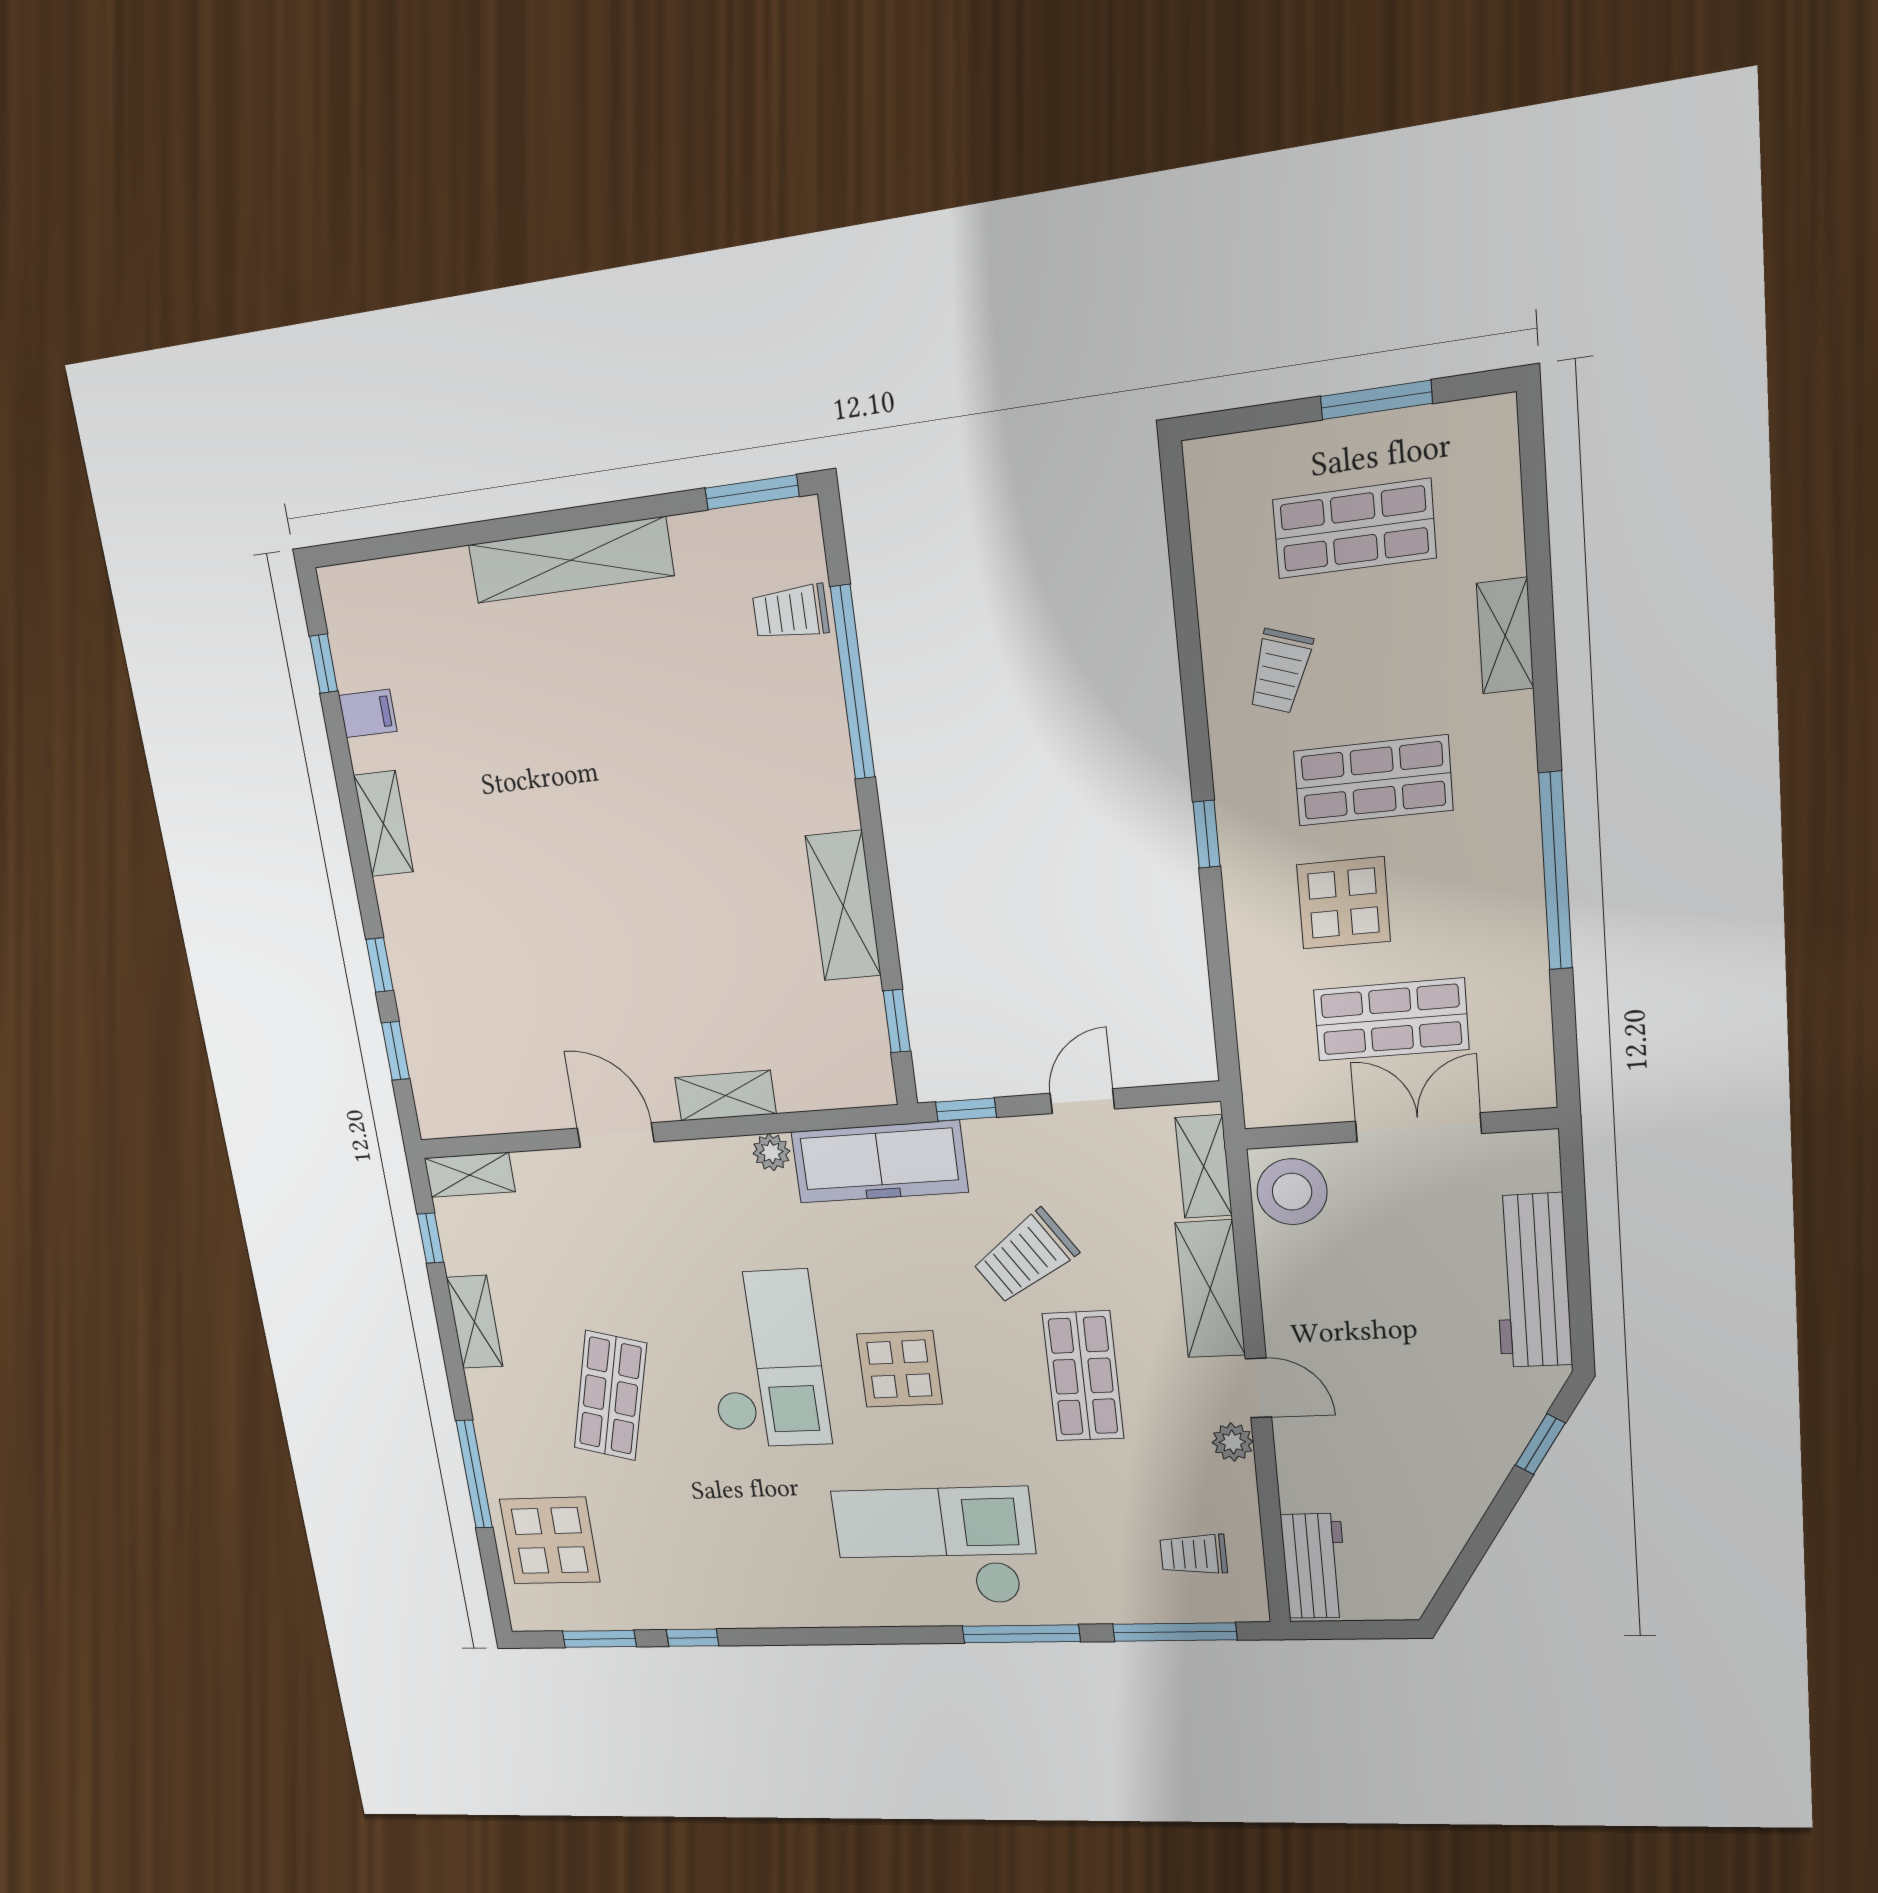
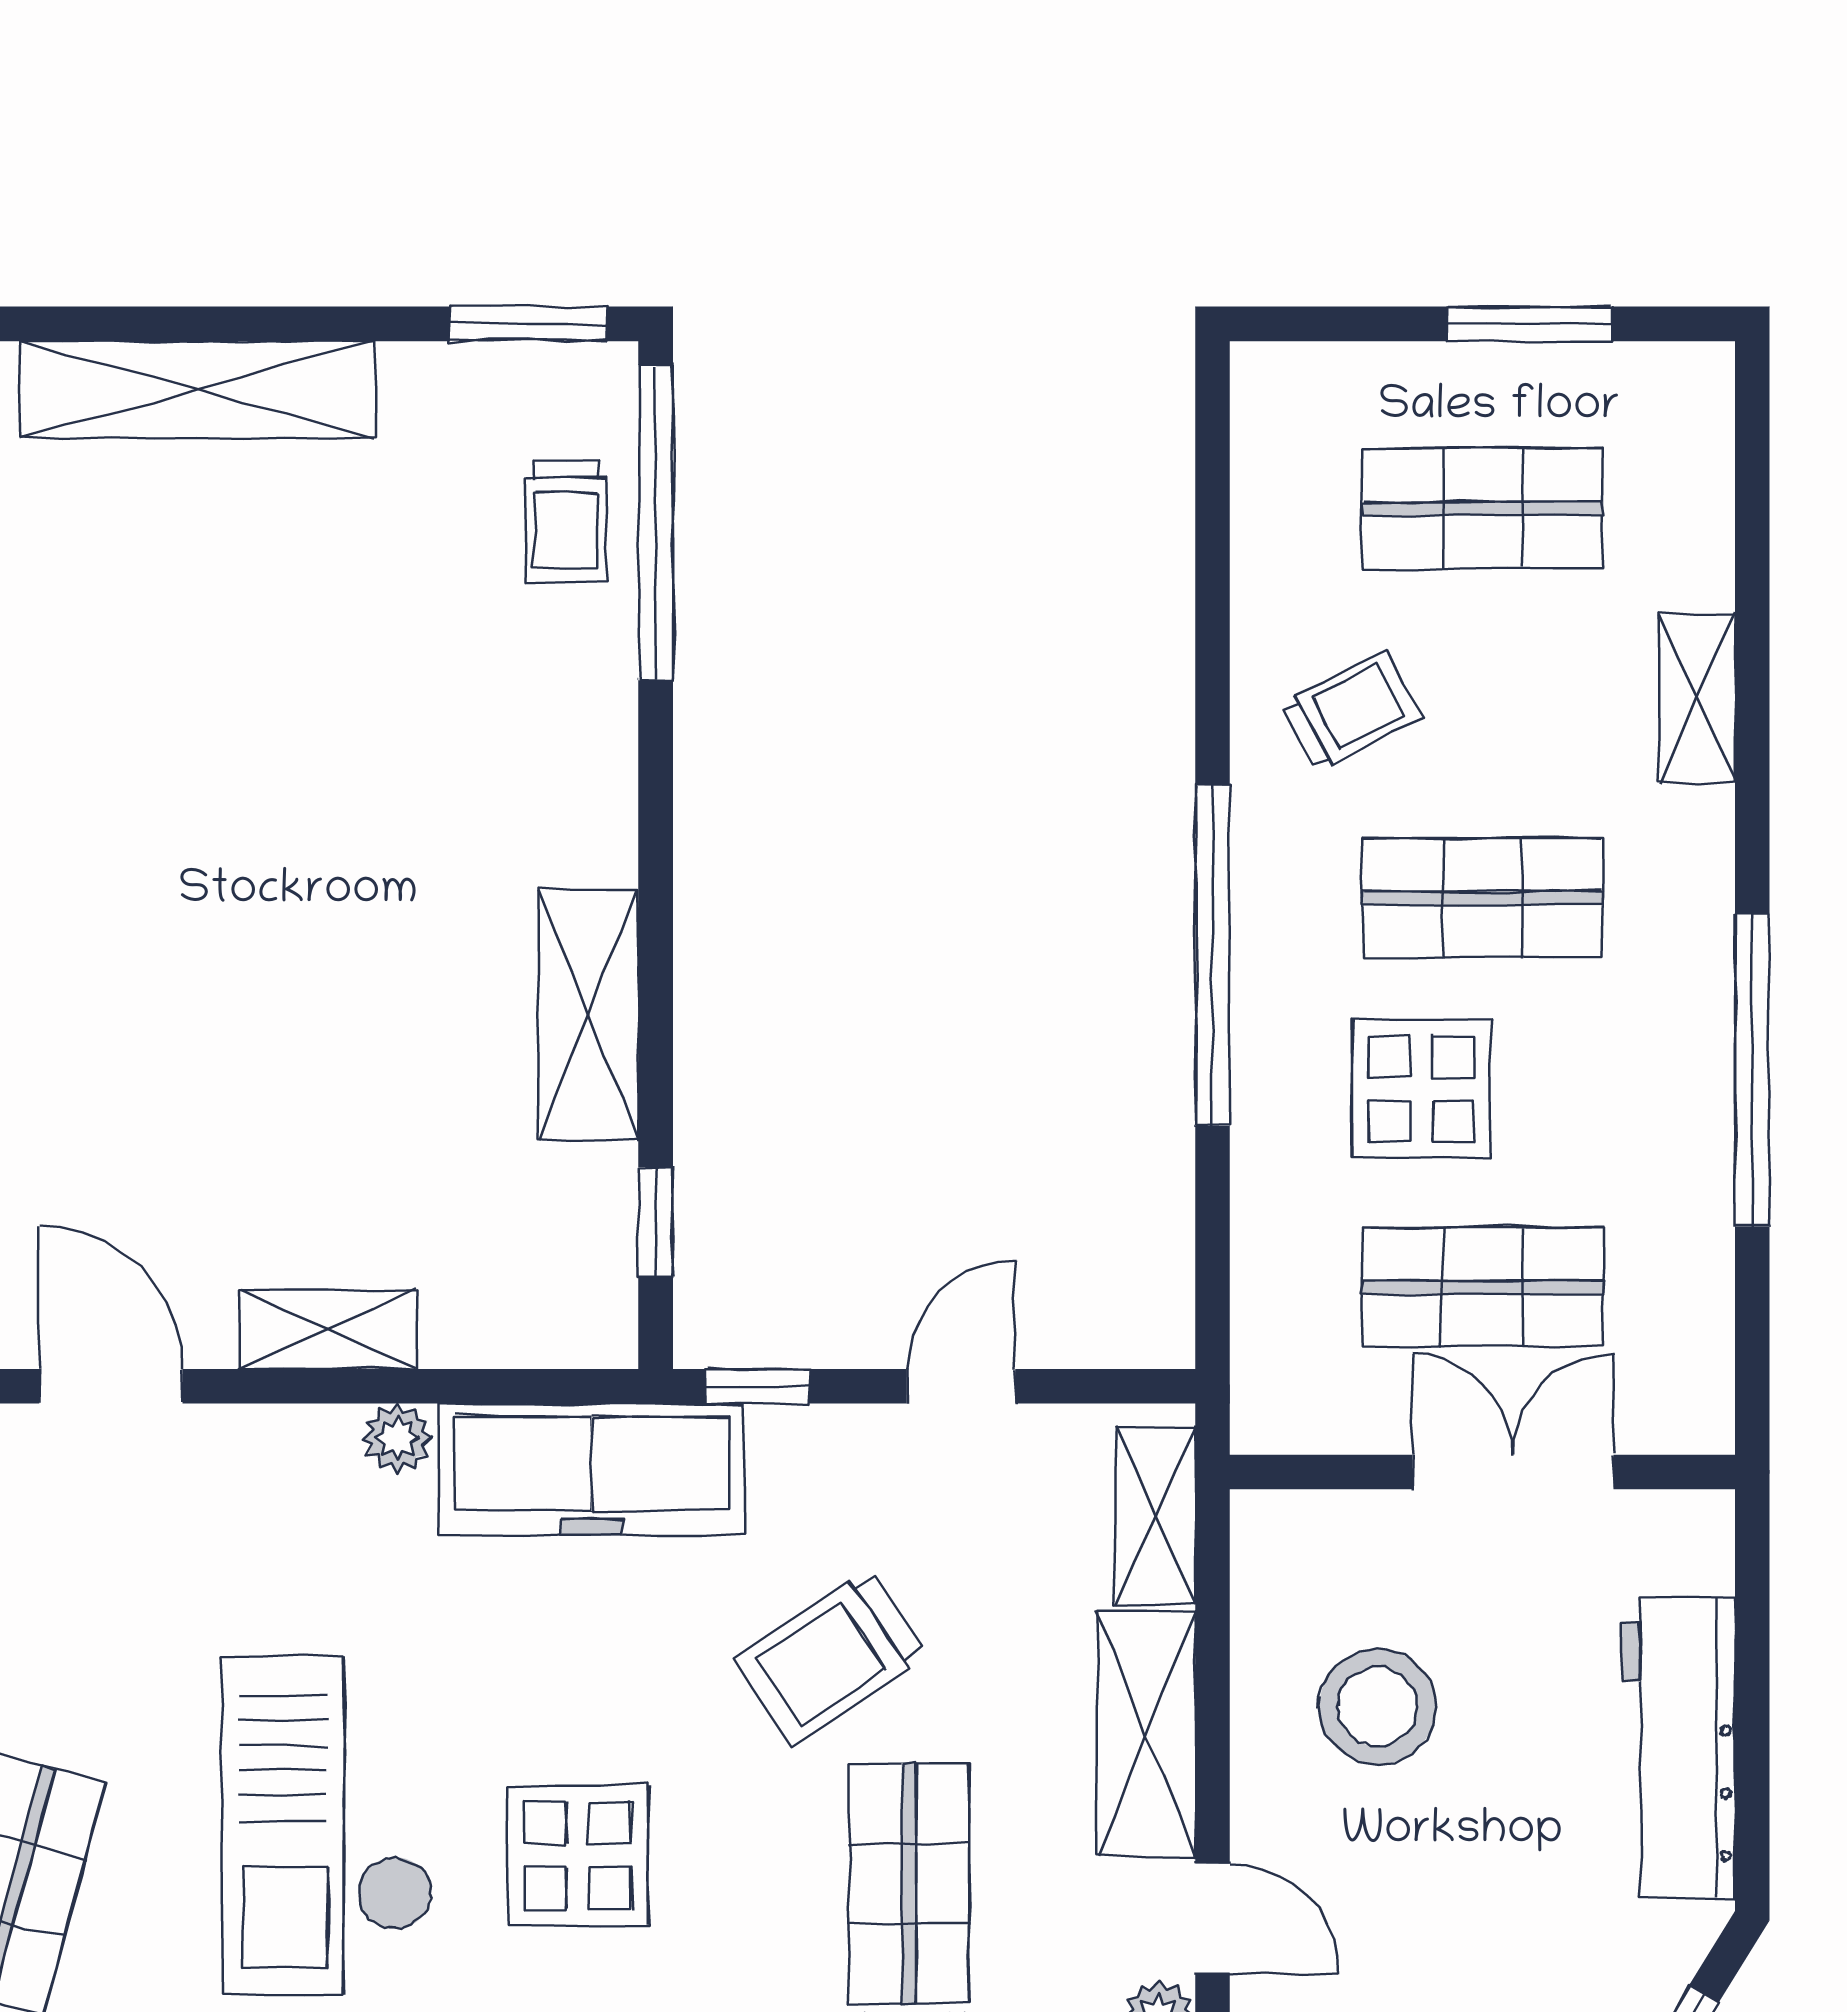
trolley: (791, 612) -> (566, 522), turned -90
trolley: (1280, 671) -> (1352, 710), turned -137
window: (853, 683) -> (656, 523), moved
window: (1207, 834) -> (1213, 956), width x3.17
stool: (1292, 1192) -> (1377, 1707), moved
checkout: (765, 1359) -> (327, 1825), turned 180

